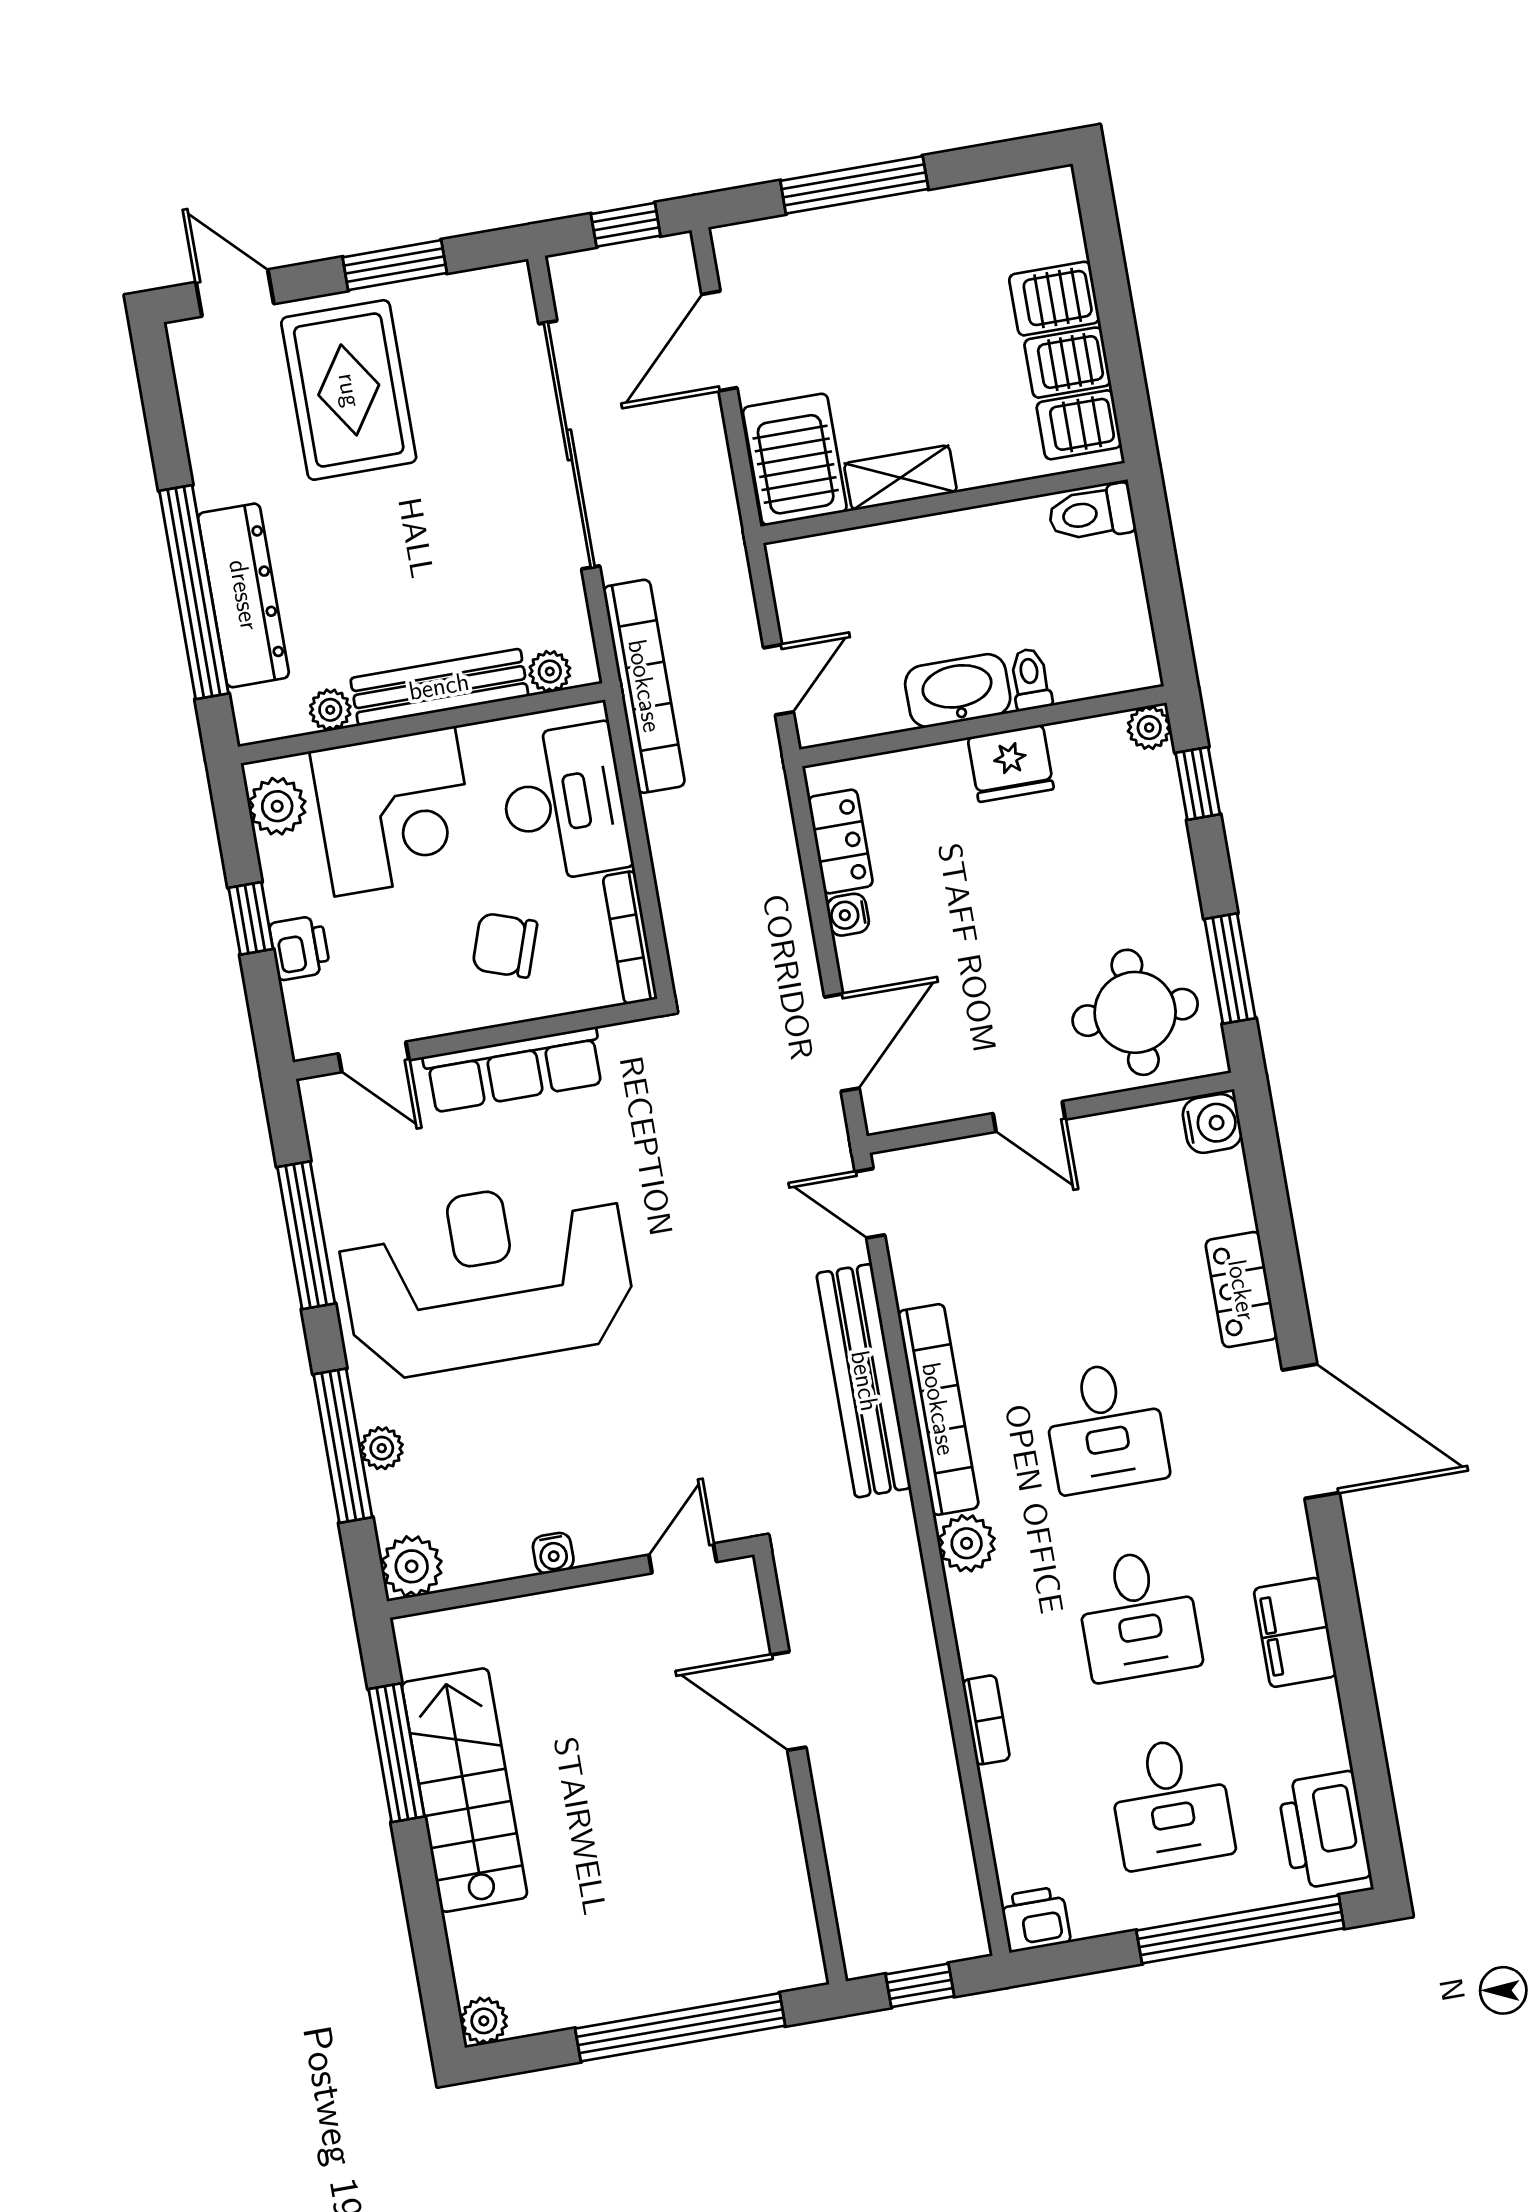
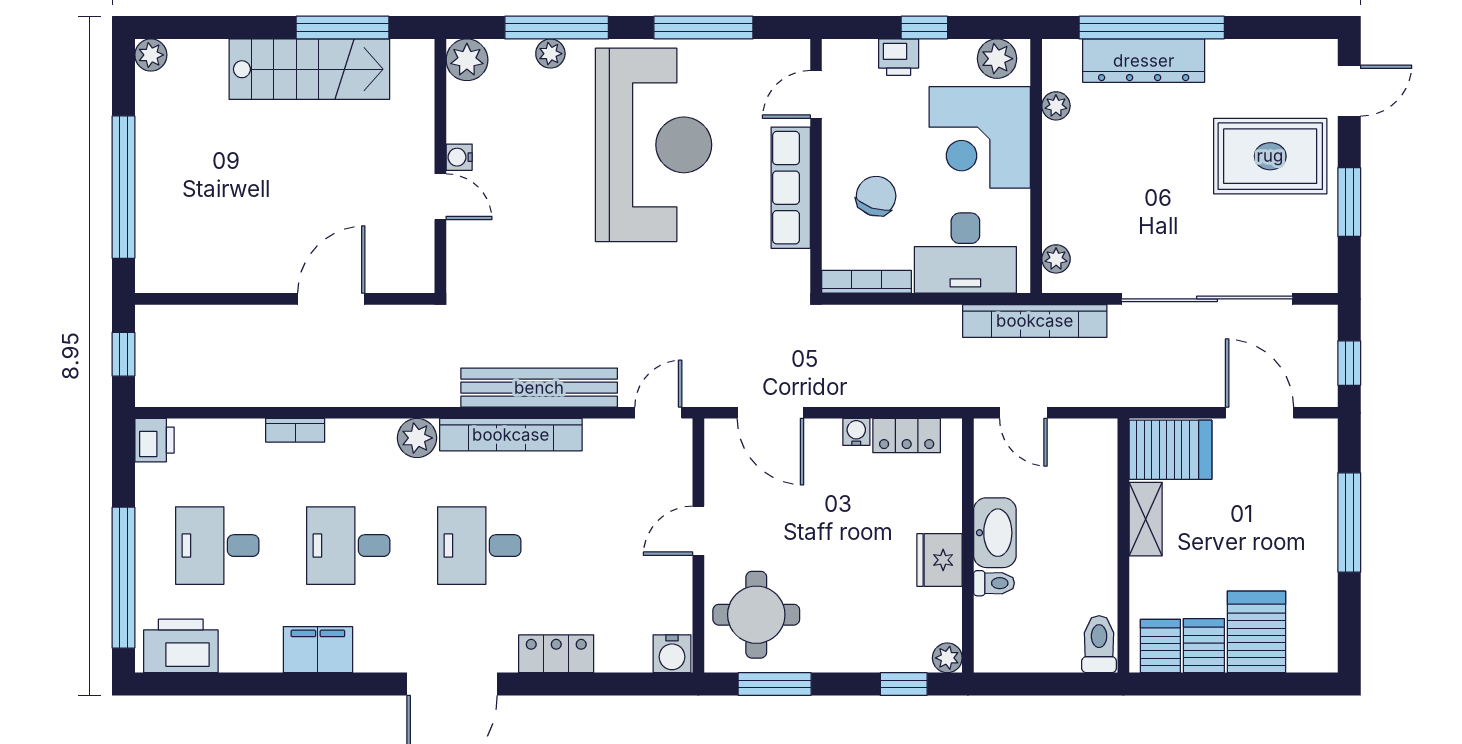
server rack: (1054, 299) -> (1256, 632), width x1.36, depth x1.44
bench: (439, 687) -> (1058, 182), removed
door: (683, 1558) -> (440, 197), moved

